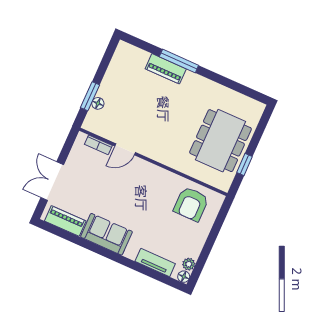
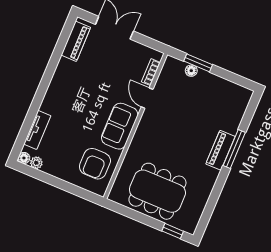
piano: (166, 69) -> (220, 150), moved
window: (245, 165) -> (173, 231), moved
armchair: (191, 204) -> (95, 164), turned -90
sofa: (106, 234) -> (120, 126), moved, turned 180

